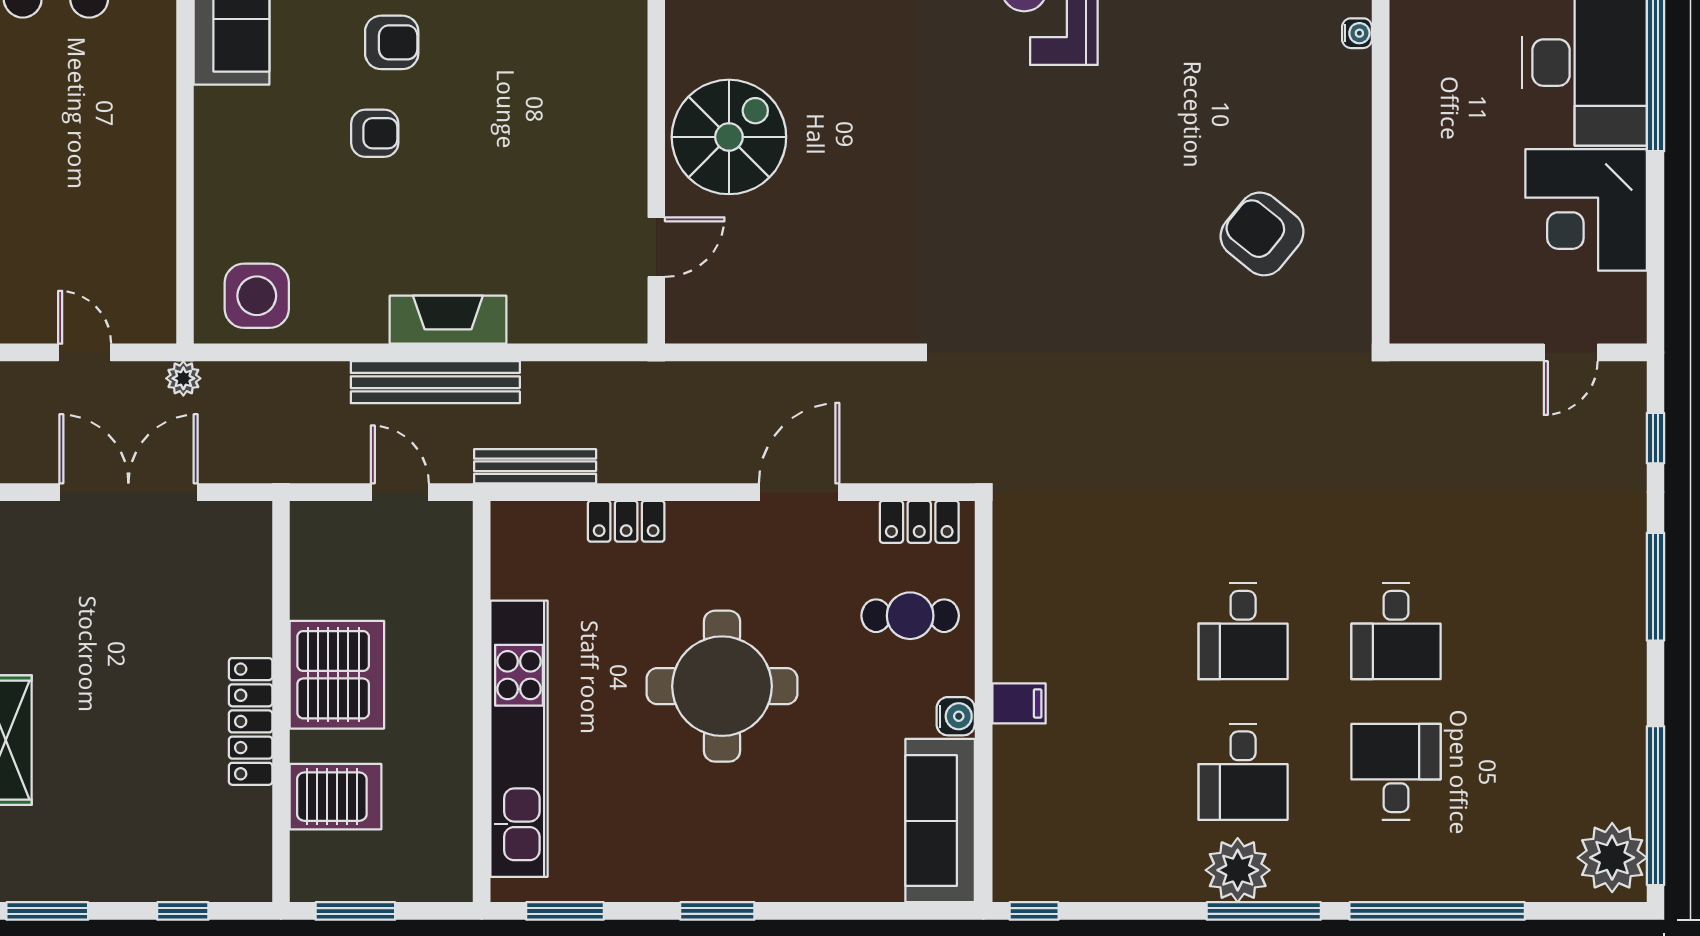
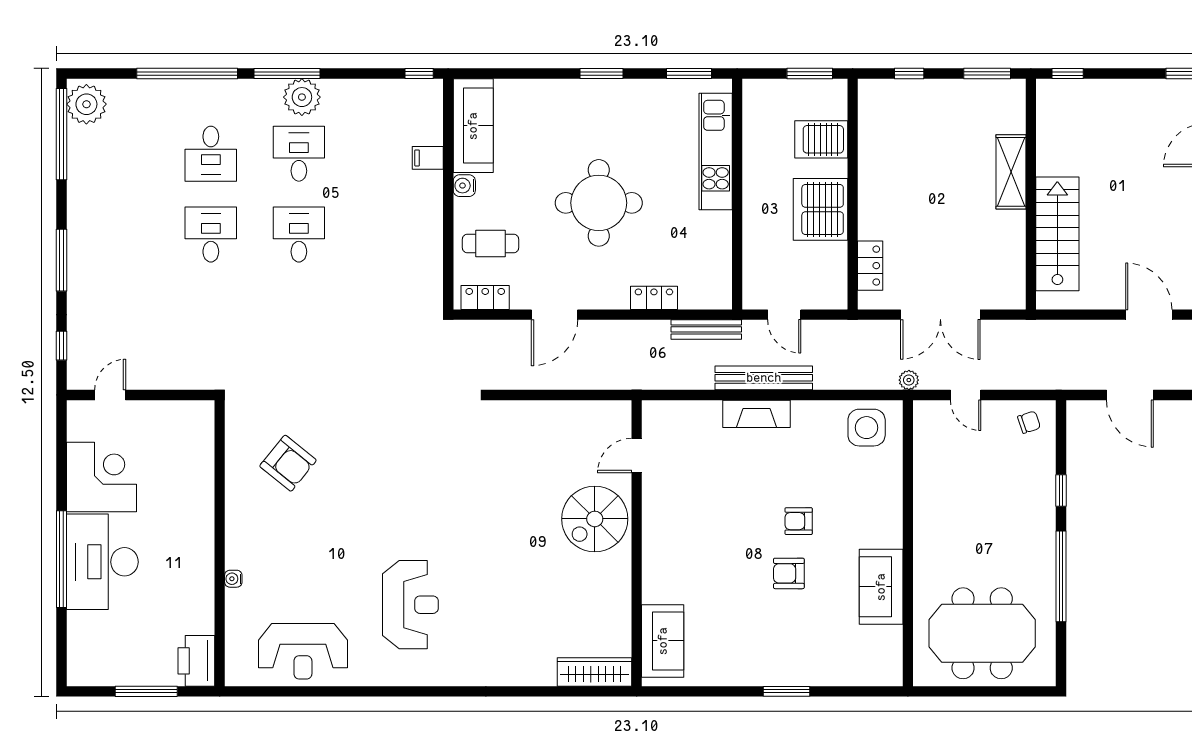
filing cabinet: (1019, 703) -> (428, 158), moved
locker: (251, 721) -> (870, 266), moved, width x0.66
kitchen unit: (519, 739) -> (716, 151), width x0.73

